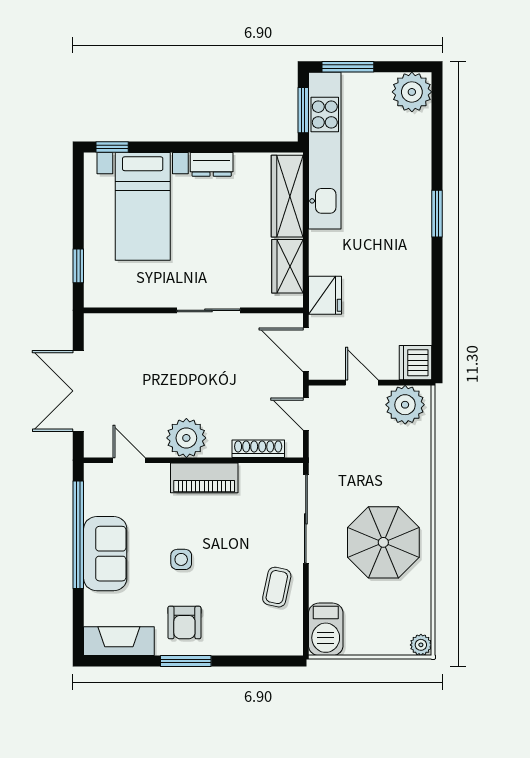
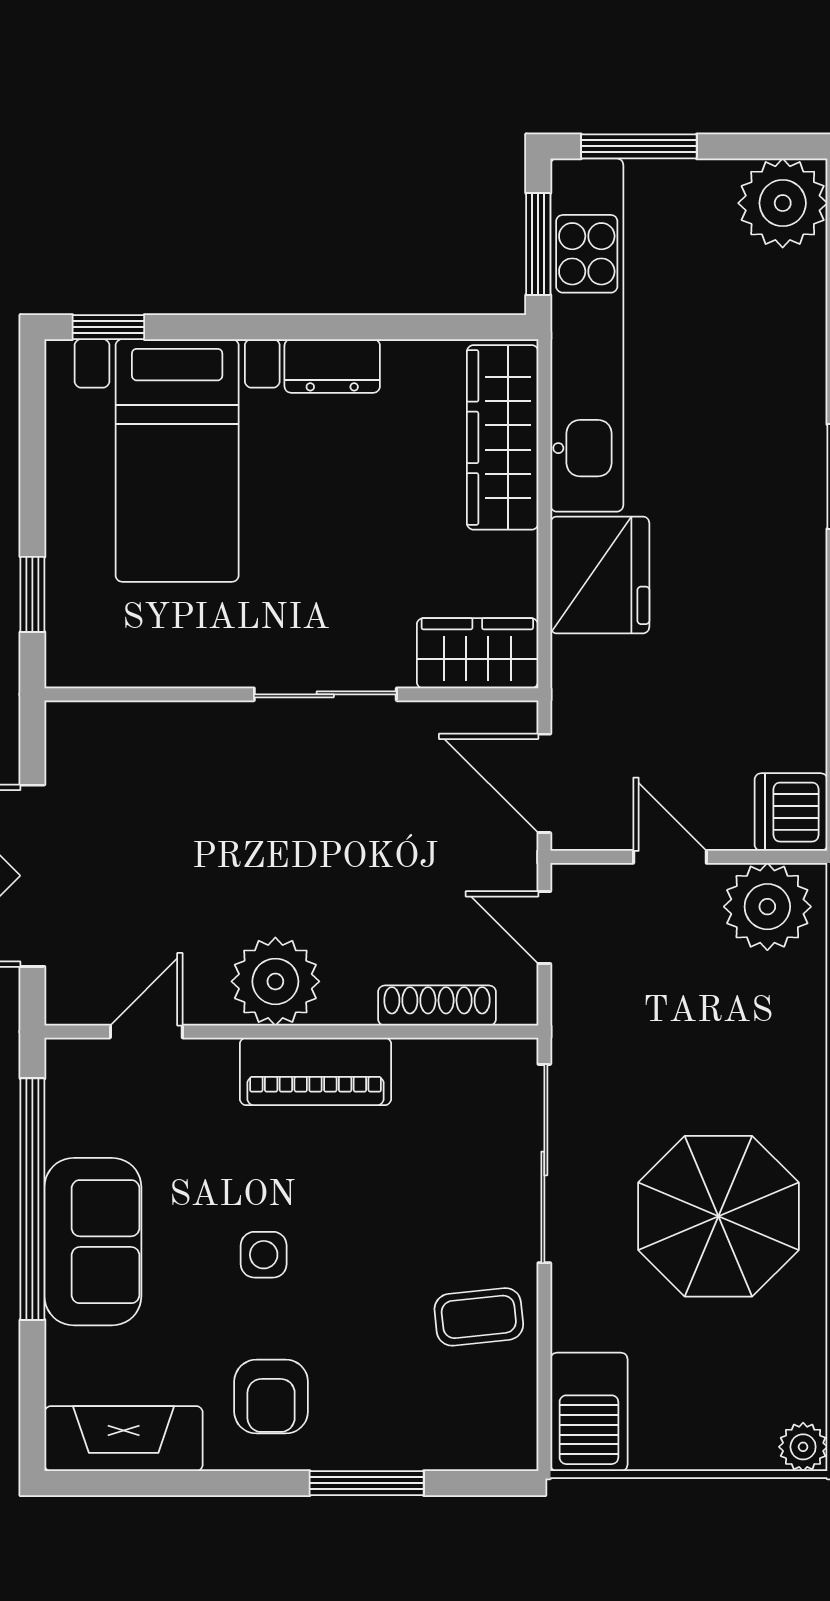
wardrobe: (288, 266) -> (477, 653), moved, turned 90
fridge: (325, 295) -> (600, 575), moved, width x1.36, depth x1.34
door: (129, 460) -> (146, 1032), hinge flipped
coffee table: (277, 587) -> (479, 1317), turned 72
window: (186, 661) -> (367, 1483), moved

